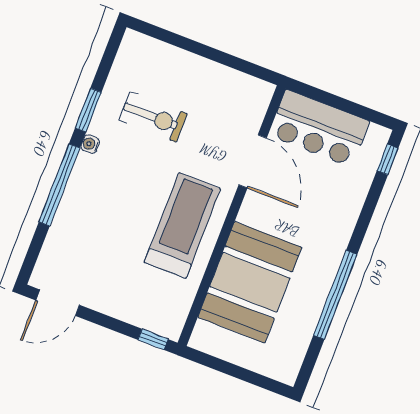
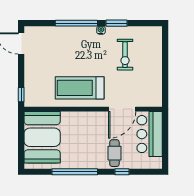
window: (387, 160) -> (122, 172), moved
cafe table: (329, 207) -> (114, 153), added
treadmill: (182, 225) -> (80, 88), turned 180
booth: (250, 282) -> (42, 137), moved, turned 90

